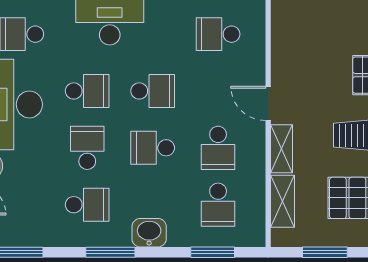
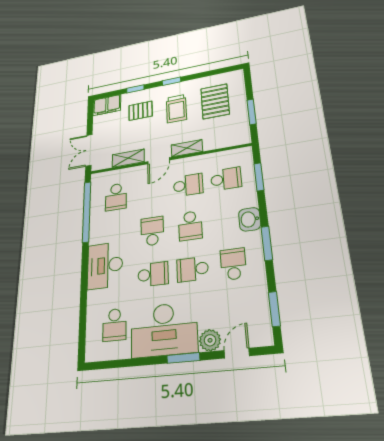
school desk: (87, 91) -> (153, 274), turned 90
shelving: (283, 201) -> (128, 158), moved

